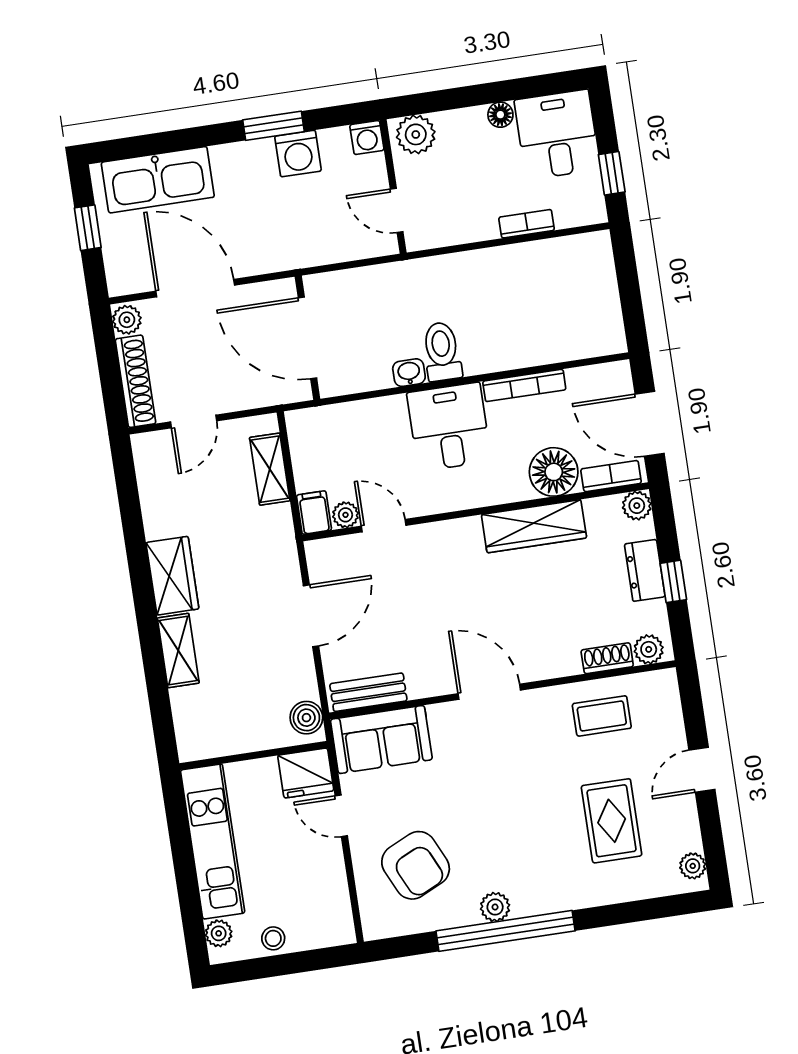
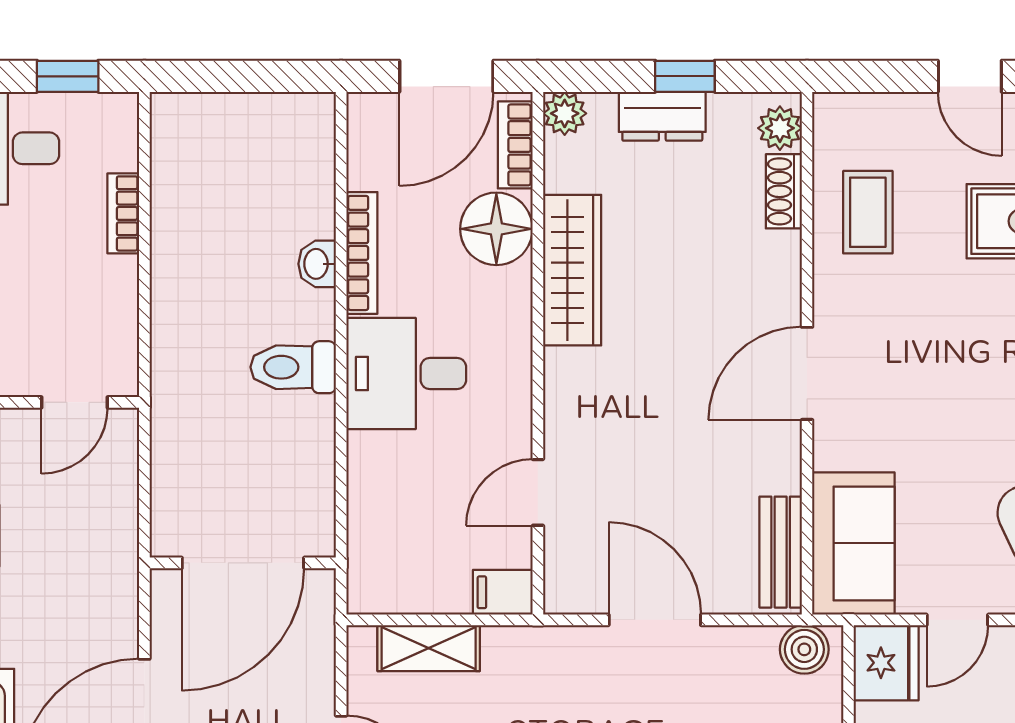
washbasin: (409, 373) -> (317, 264), moved
plant: (345, 515) -> (513, 546), removed

